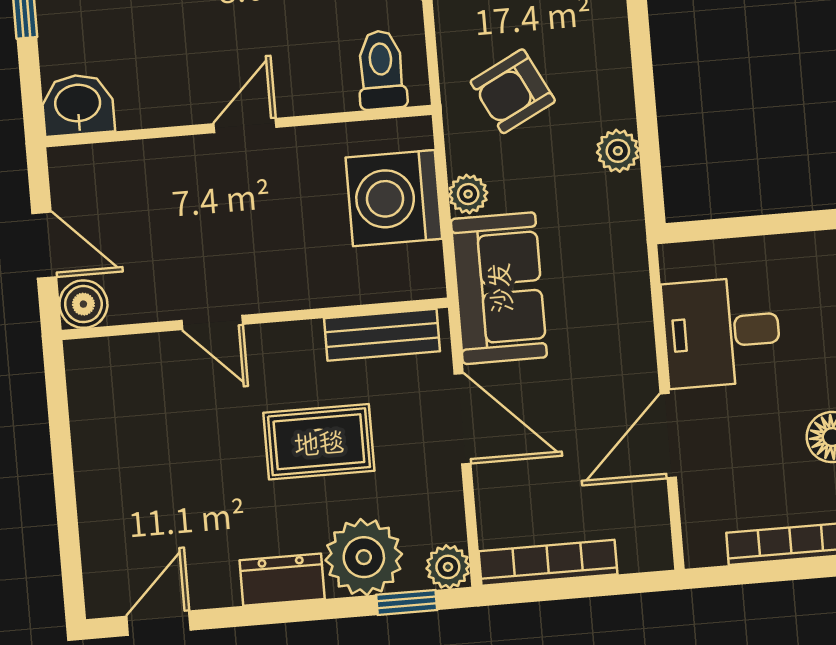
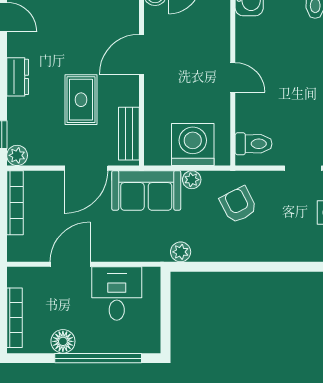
plant: (618, 151) -> (181, 252), moved
door: (212, 322) -> (141, 54), width x1.38
door: (668, 436) -> (70, 264), hinge flipped
plant: (364, 557) -> (25, 116), removed

